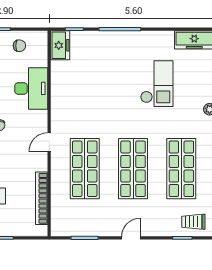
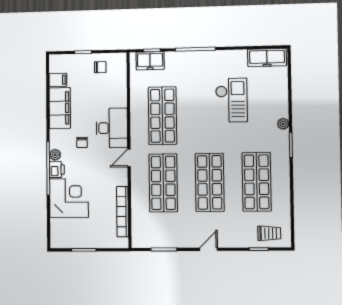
freezer: (60, 45) -> (150, 61), moved, turned 90
desk: (31, 88) -> (112, 128), moved
shop shelf: (85, 98) -> (162, 116), added
trolley: (193, 222) -> (269, 233), turned 180

